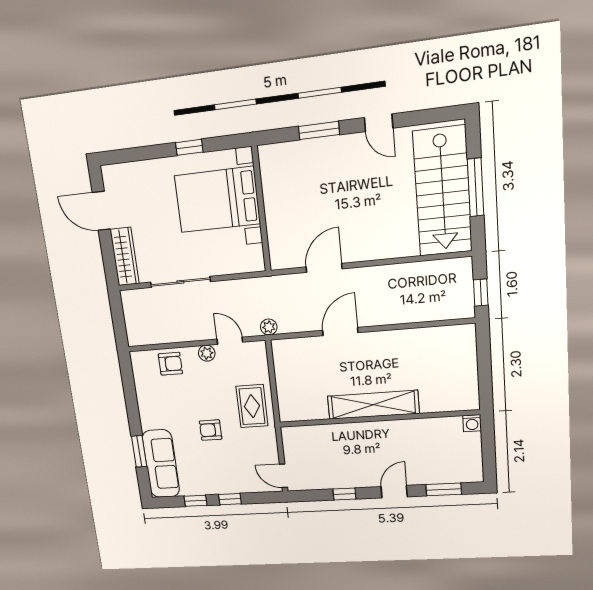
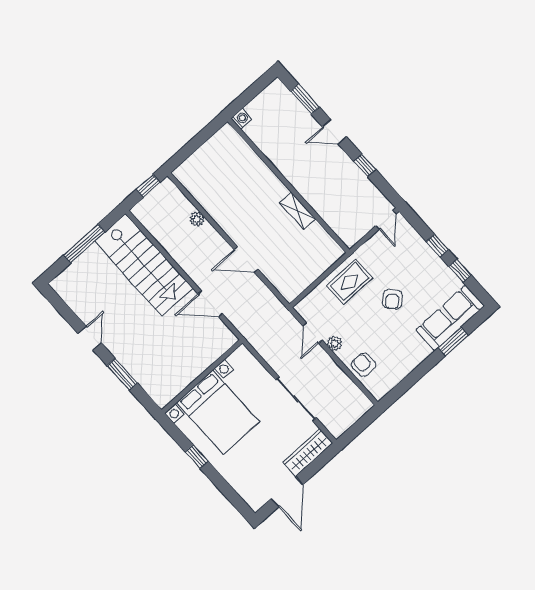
stairs: (443, 192) -> (144, 265), moved, turned 90
plant: (269, 327) -> (197, 219), moved
shelving: (373, 405) -> (297, 211), width x0.45, depth x0.75
armchair: (211, 430) -> (392, 299), turned 48

